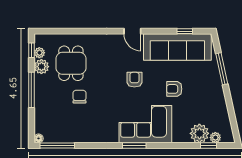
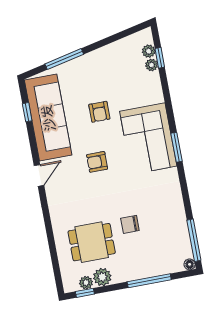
window: (31, 90) -> (149, 281), moved
plant: (199, 133) -> (152, 65), width x0.53, depth x0.53

